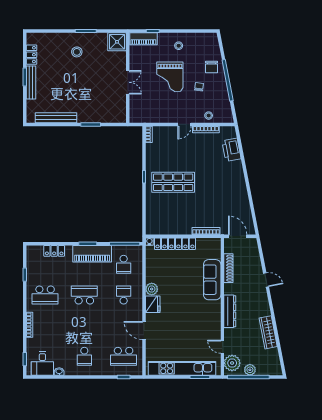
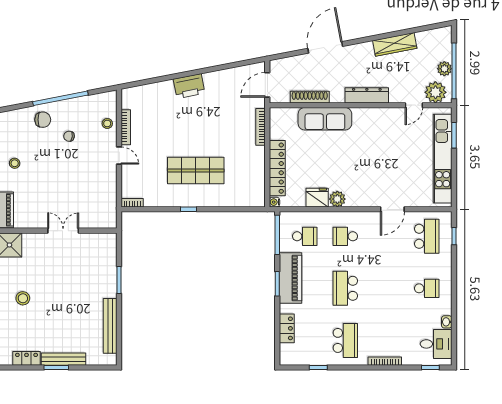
grand piano: (170, 77) -> (56, 175), removed
printer: (231, 150) -> (189, 86), moved
shop shelf: (173, 182) -> (196, 171), turned 90
door: (266, 280) -> (325, 47), width x1.88
fridge: (153, 304) -> (317, 198), moved

